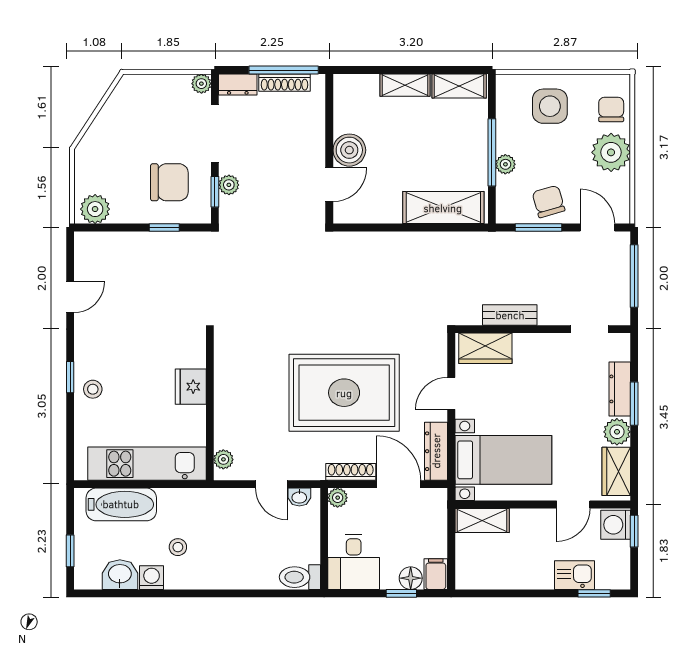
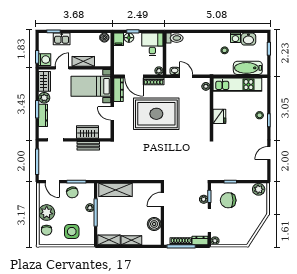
boiler: (349, 150) -> (154, 224), moved
wardrobe: (485, 348) -> (88, 132), moved
door: (451, 393) -> (112, 114), swing flipped
shelving: (482, 520) -> (83, 61), moved
boiler: (471, 578) -> (104, 38), added

